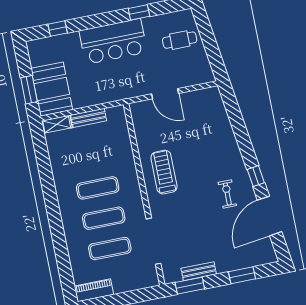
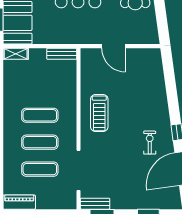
bench: (89, 118) -> (62, 54), moved
treadmill: (164, 172) -> (99, 113), turned 180
bench: (199, 271) -> (95, 204), moved

